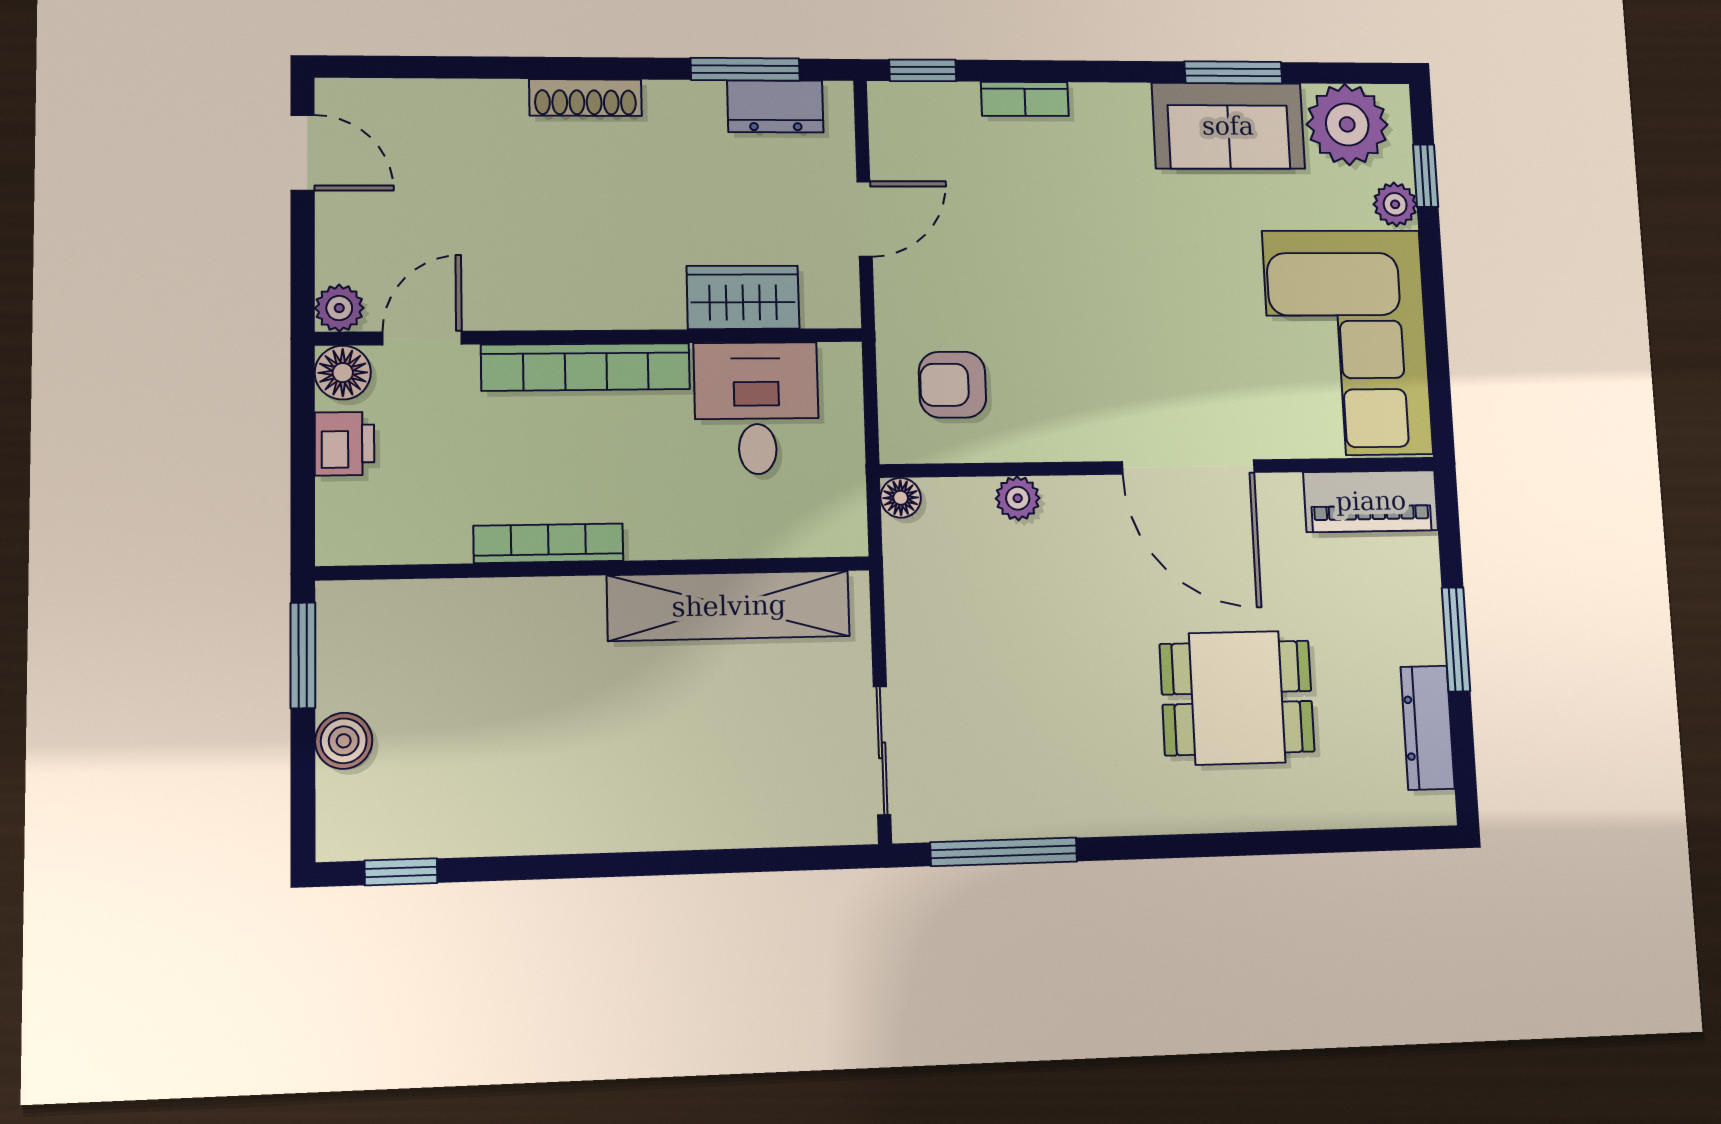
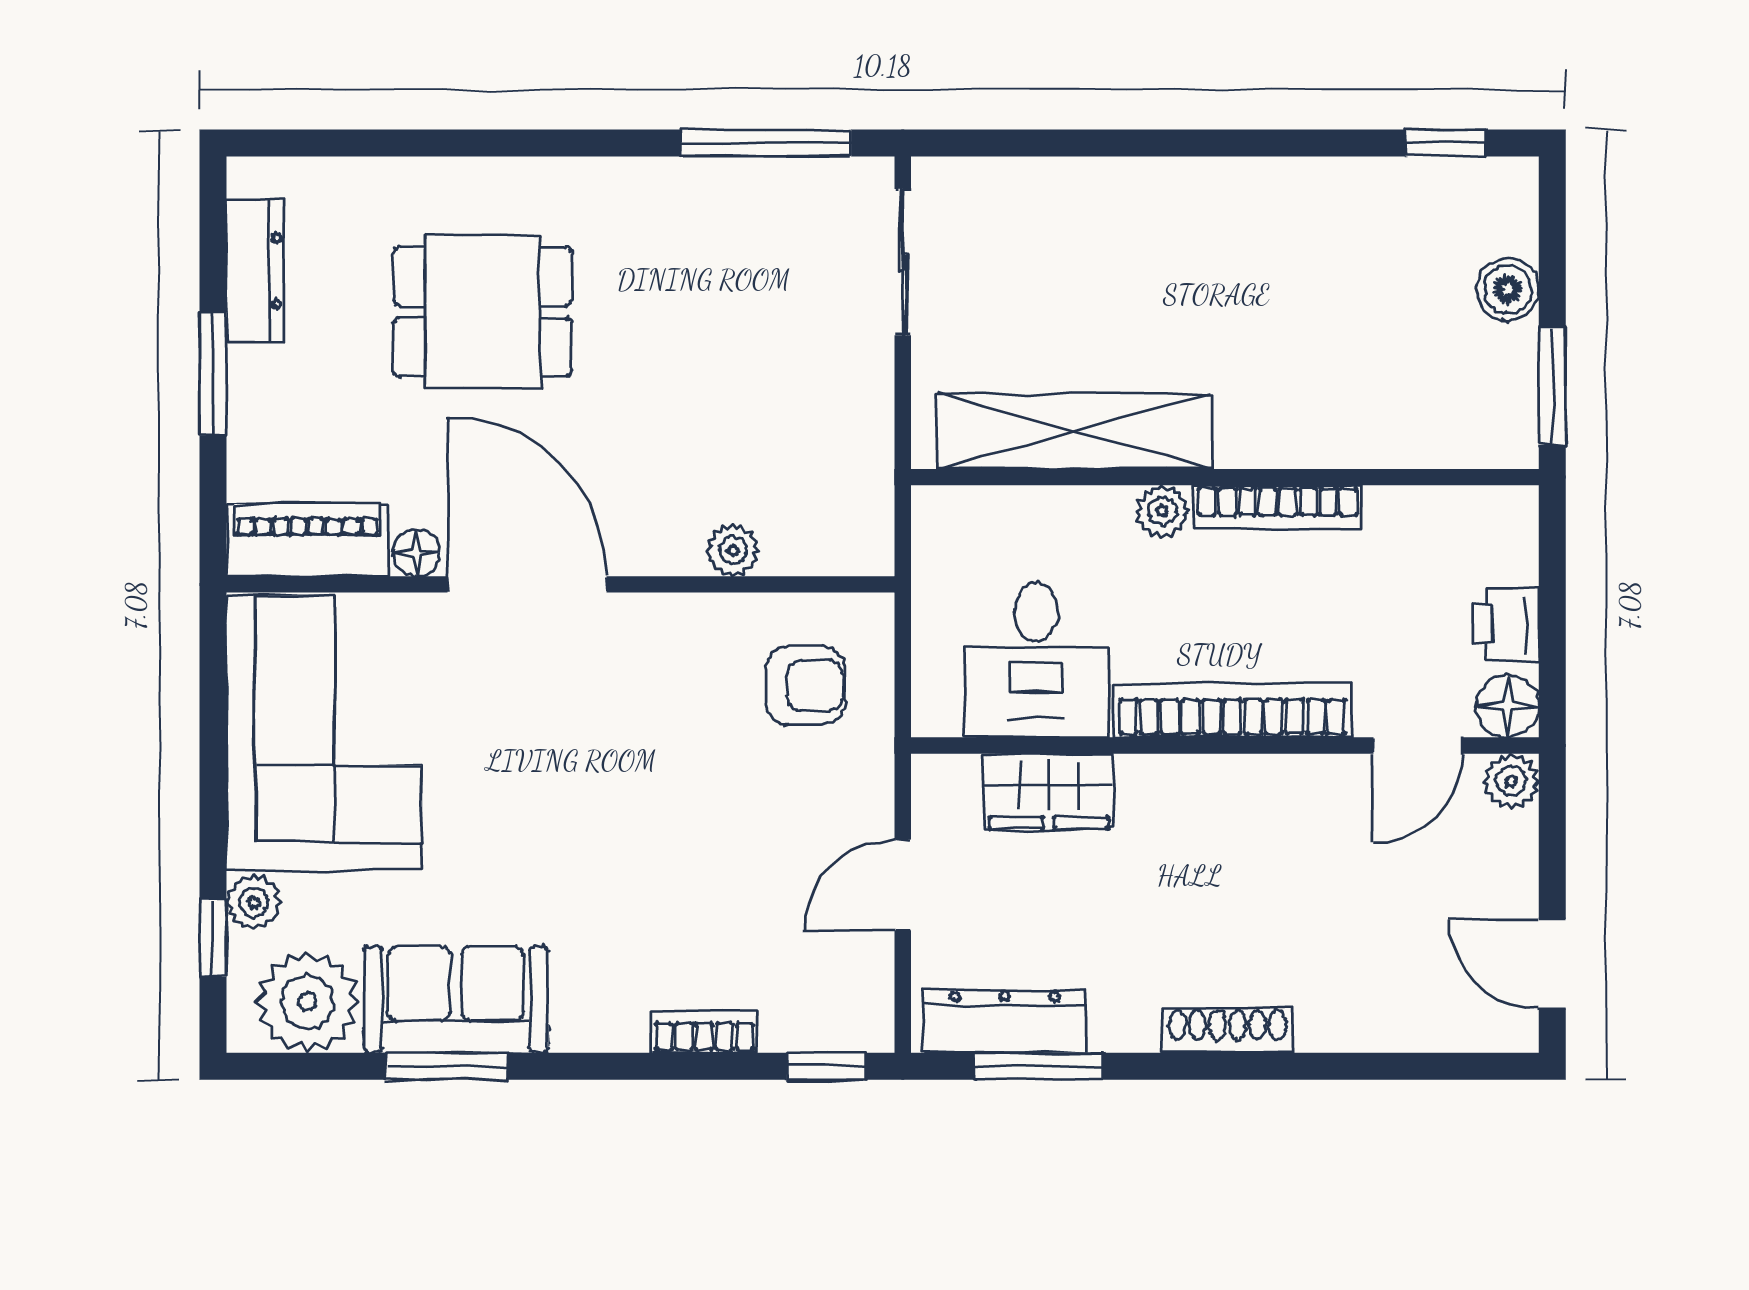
dresser: (775, 106) -> (1005, 1021), width x1.44
floor lamp: (901, 498) -> (417, 553), moved
plant: (650, 538) -> (1162, 511), added

